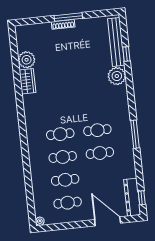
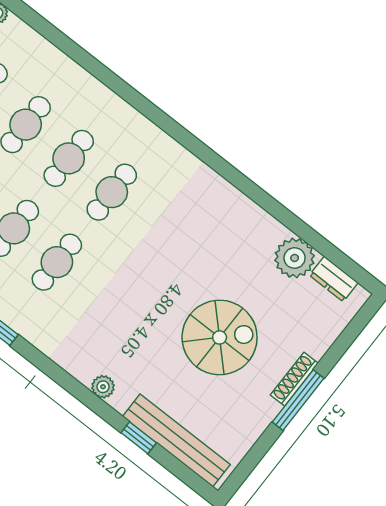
dresser: (21, 42) -> (334, 279), added
spiral stairs: (72, 59) -> (220, 337), added
plant: (117, 76) -> (103, 387), width x0.53, depth x0.53
wardrobe: (27, 81) -> (256, 224), removed

